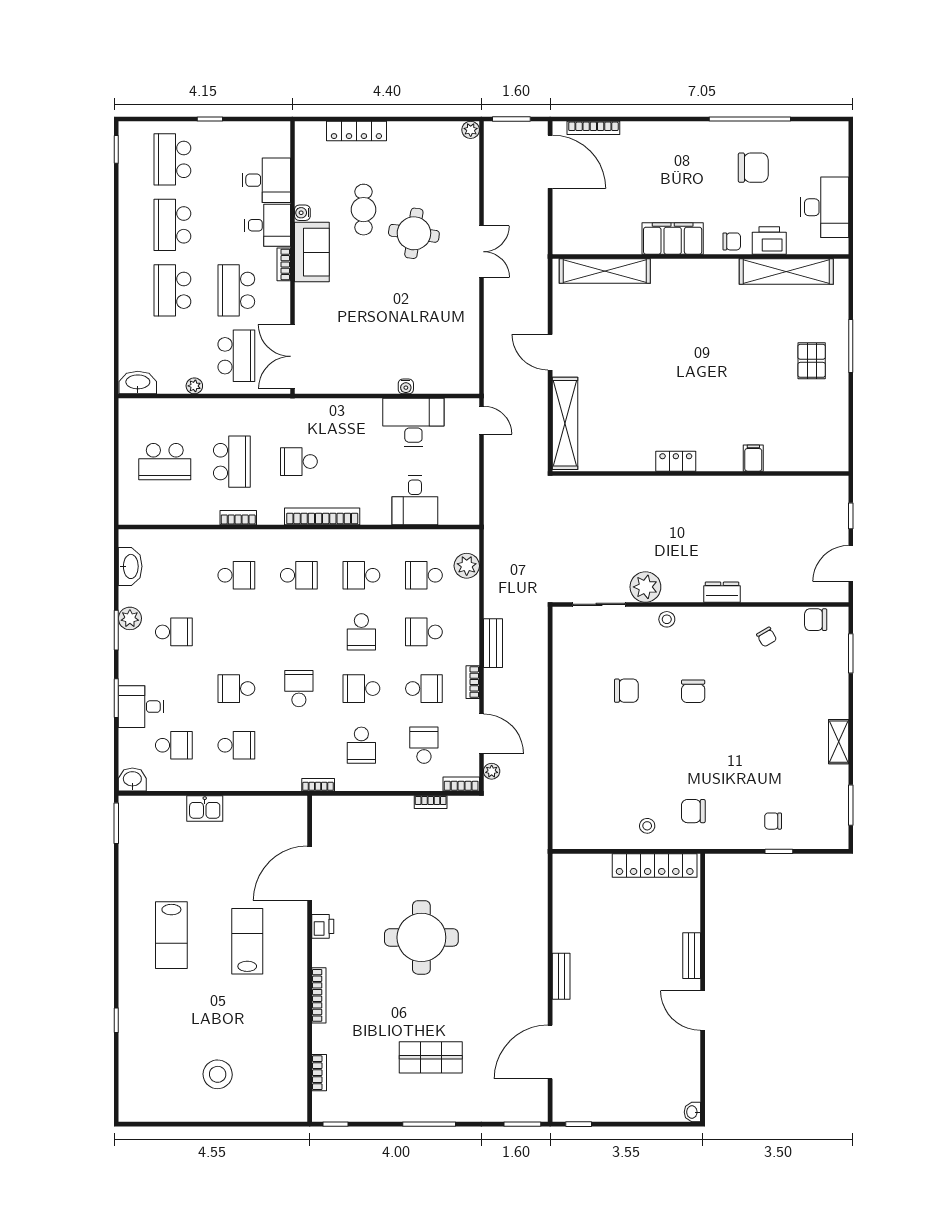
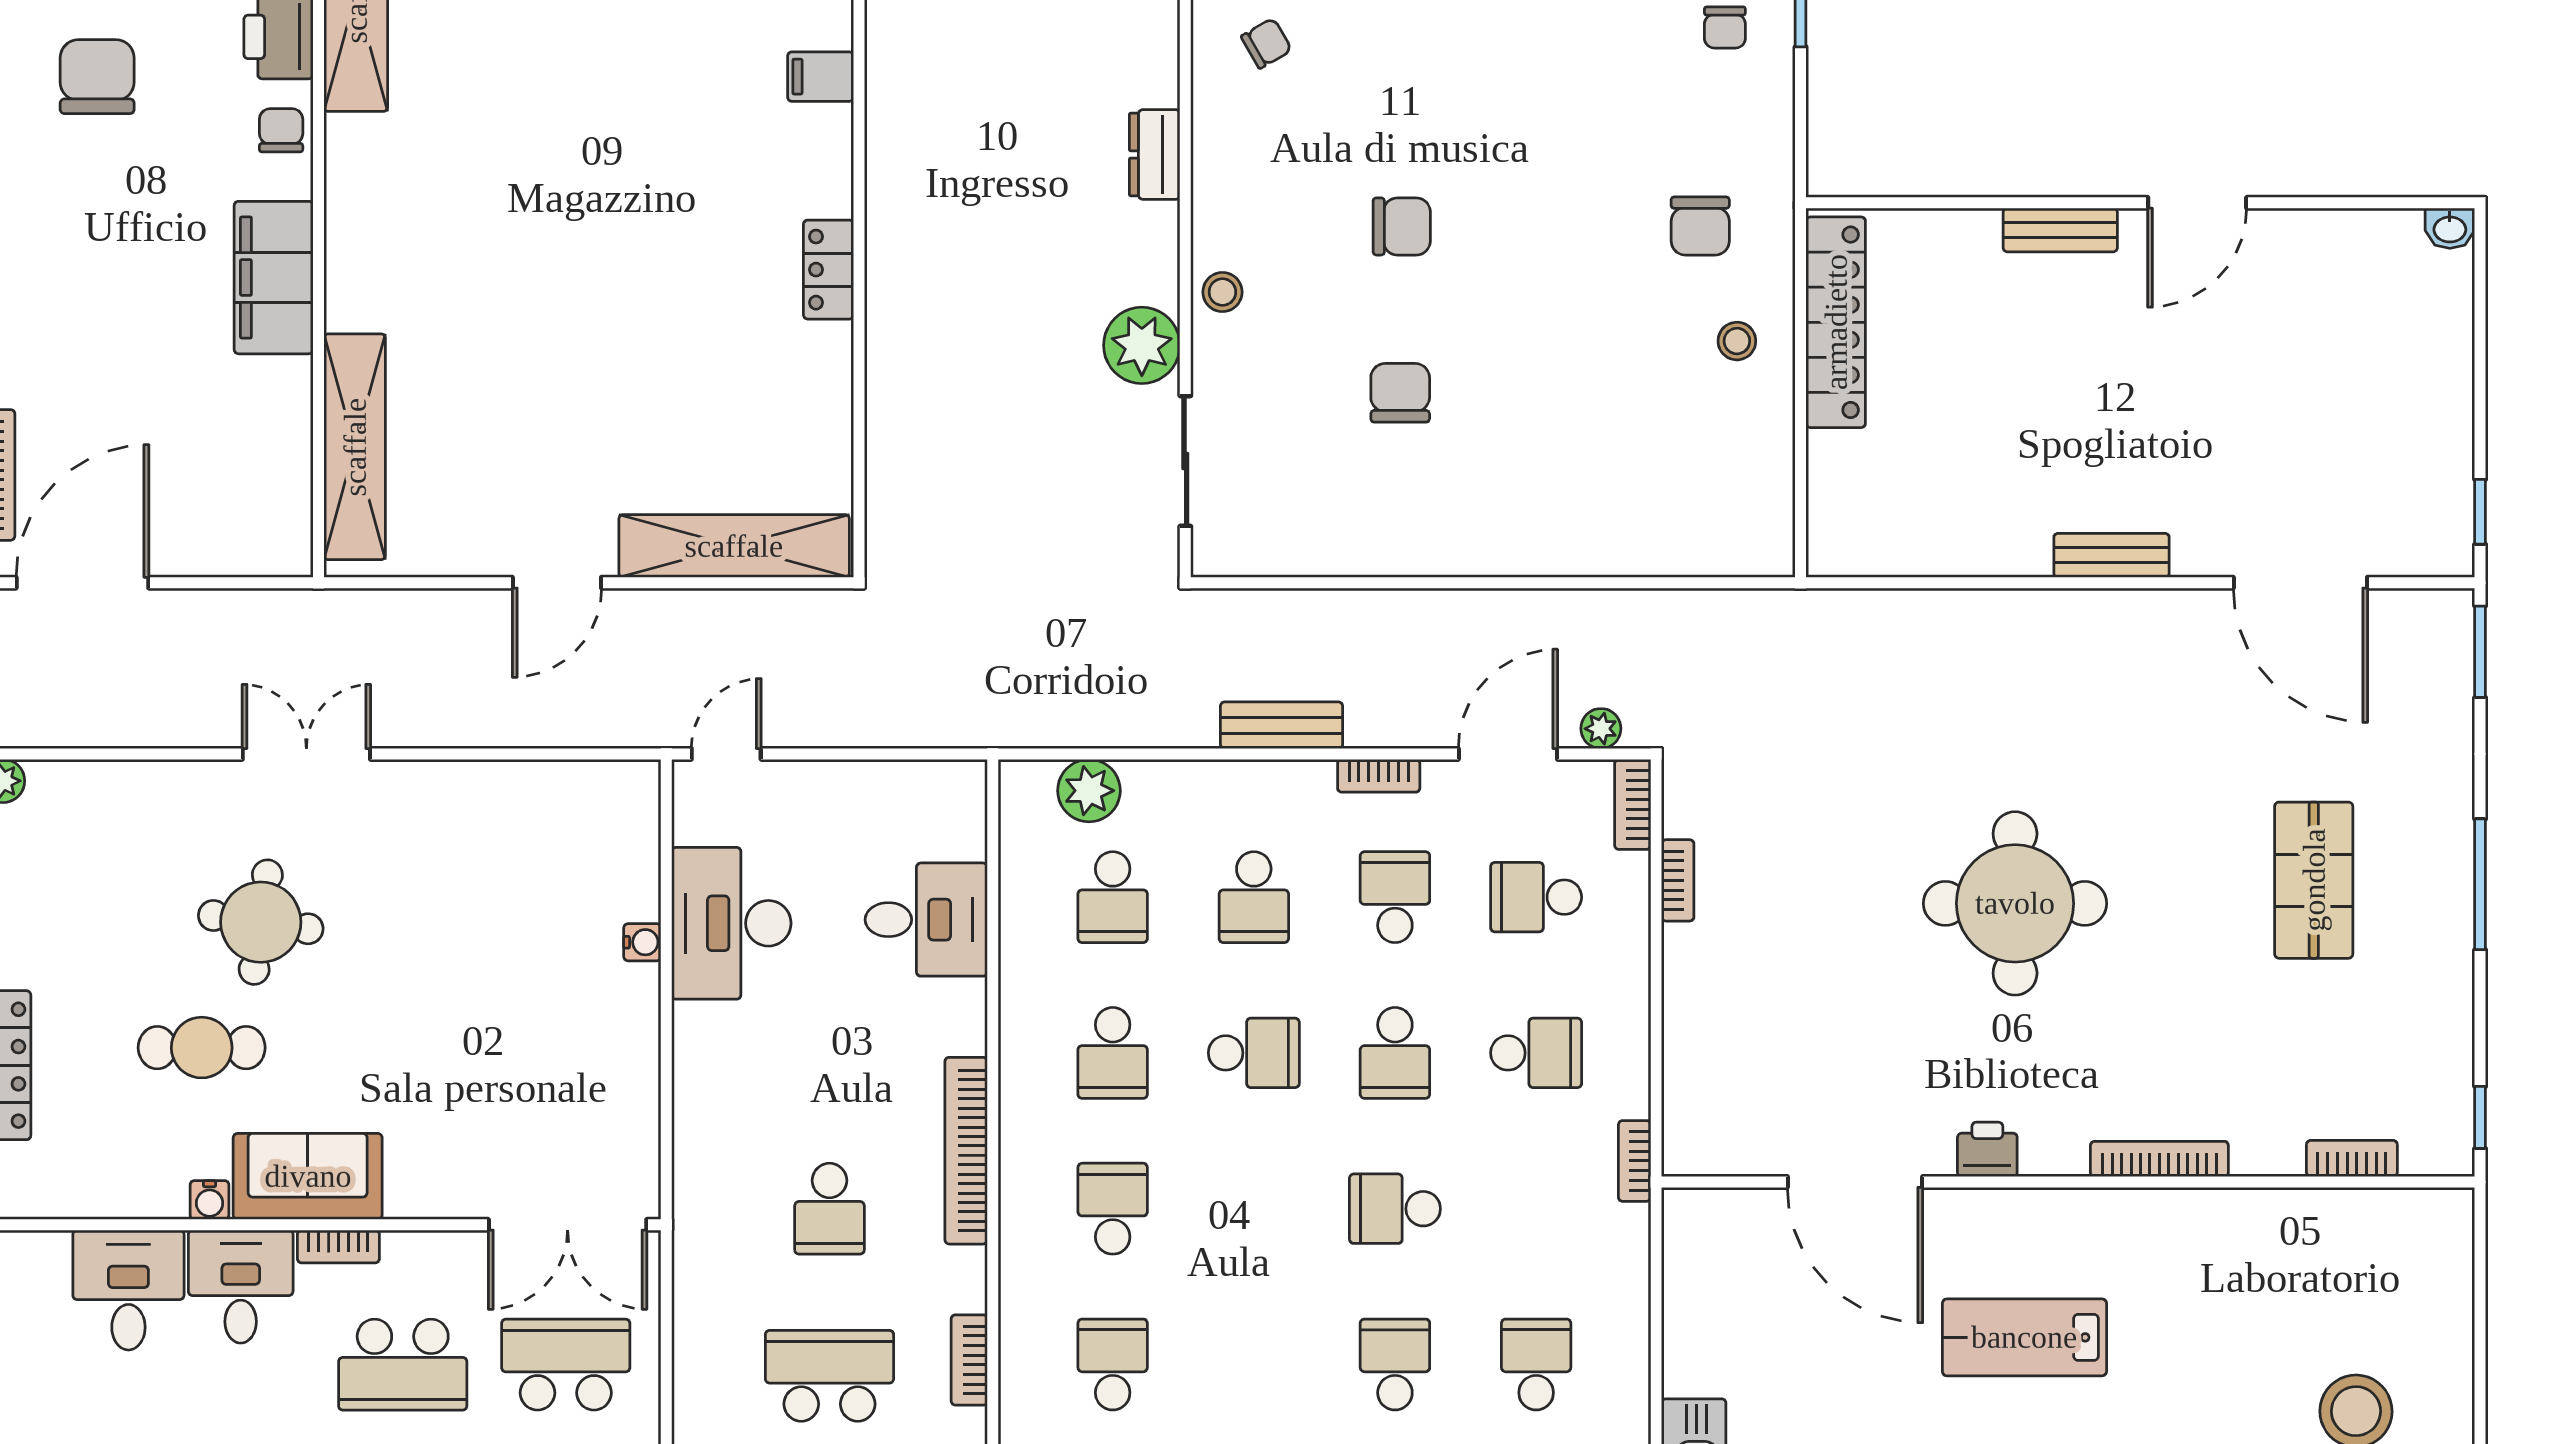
school desk: (236, 689) -> (1395, 1364), turned 180

